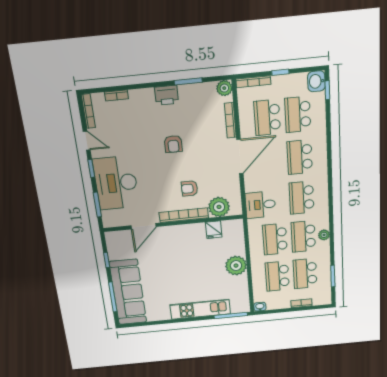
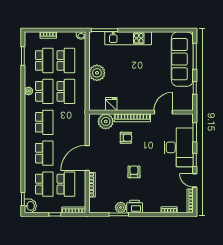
plant: (224, 88) -> (121, 207), moved
desk: (260, 205) -> (75, 120), removed

